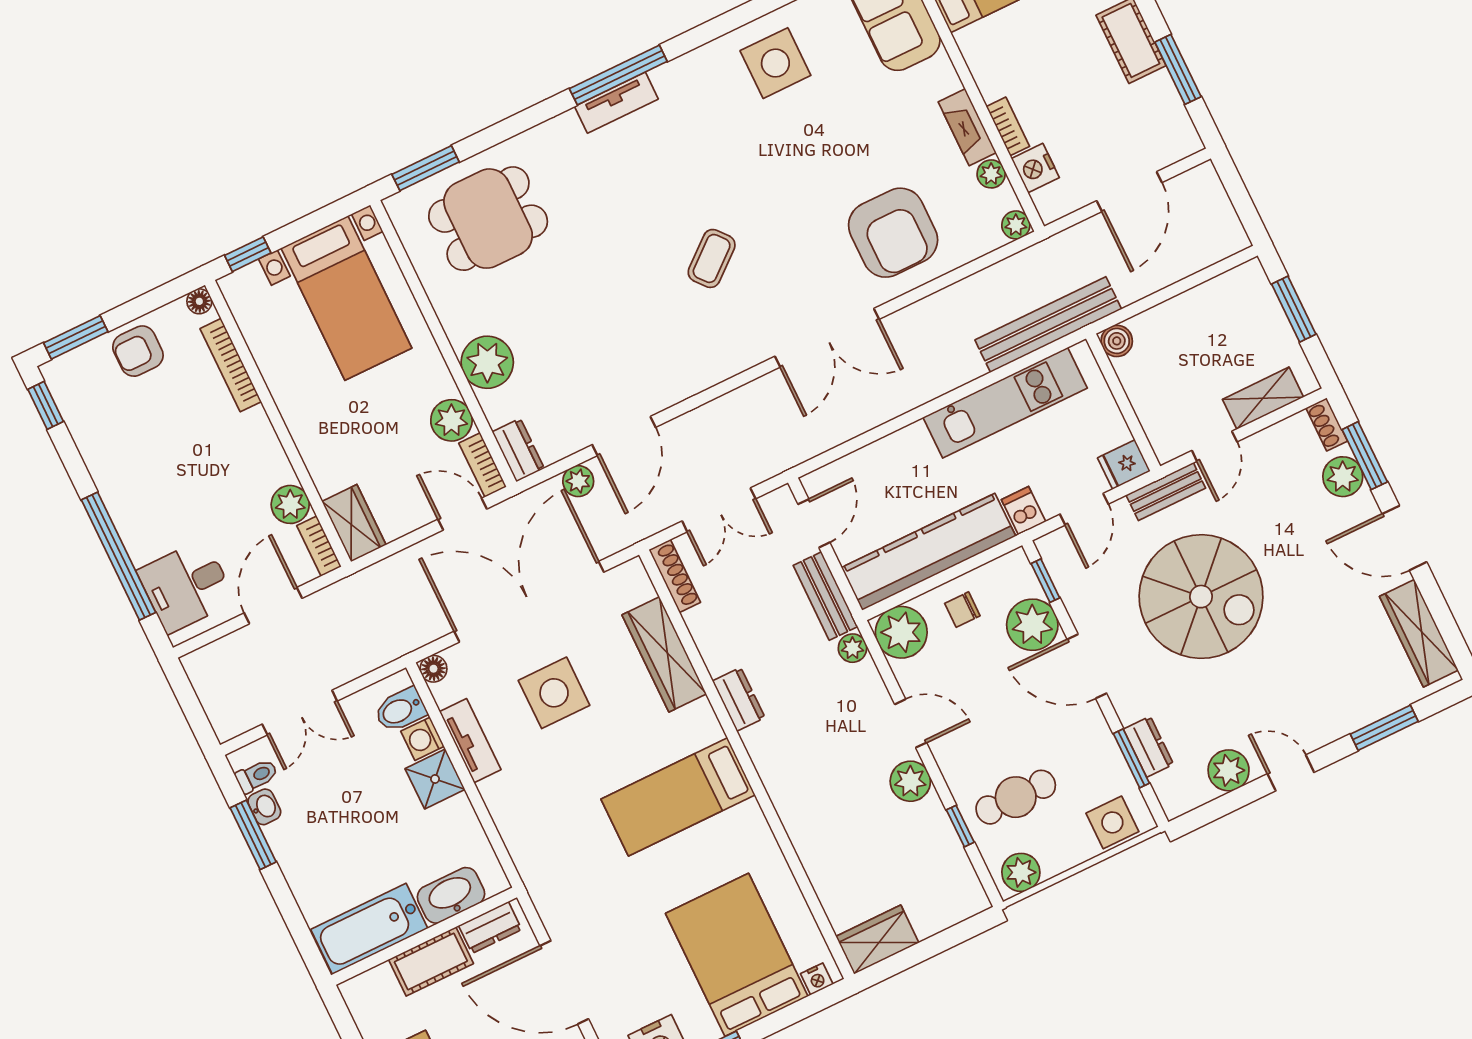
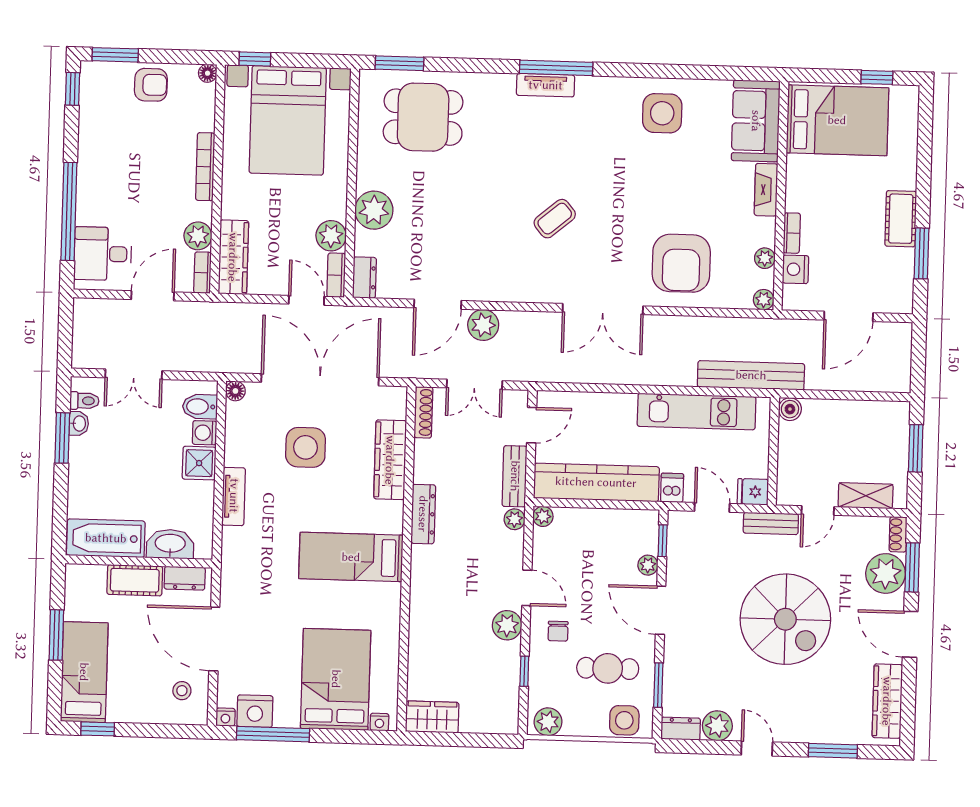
fireplace: (967, 127) -> (766, 190), moved
bed with nightstands: (346, 298) -> (288, 120), width x1.36
armchair: (138, 351) -> (151, 85), turned 180
bookcase: (231, 365) -> (205, 167), moved
plant: (1343, 477) -> (886, 573), width x1.36, depth x1.36
plant: (578, 481) -> (483, 325), moved, width x1.38, depth x1.38
door: (1084, 509) -> (712, 507), swing flipped
wardrobe: (354, 523) -> (233, 257), width x1.50
spiral stairs: (1201, 597) -> (785, 619), moved
chair: (962, 610) -> (558, 631), moved, turned -90
plant: (1032, 625) -> (648, 565), width x0.53, depth x0.53
plant: (901, 632) -> (543, 516), width x0.53, depth x0.53
dresser: (739, 699) -> (423, 514), width x1.44
tv unit: (470, 741) -> (234, 496), moved
dresser: (1148, 747) -> (681, 729), moved, turned -90
cafe table: (1016, 797) -> (608, 668), moved

